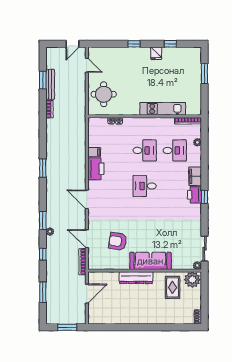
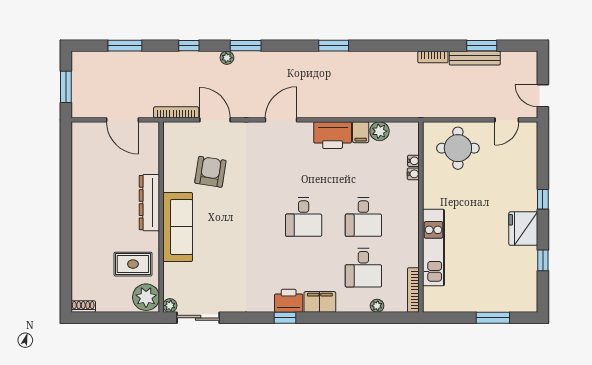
fridge: (156, 53) -> (523, 229), width x1.88, depth x1.34
plant: (94, 141) -> (379, 131), added
desk: (145, 186) -> (304, 217), turned 180
door: (87, 239) -> (215, 120), hinge flipped

